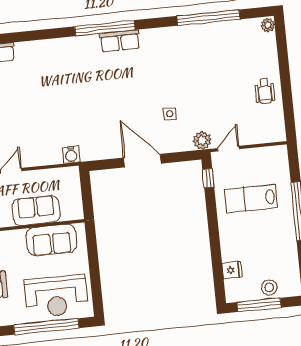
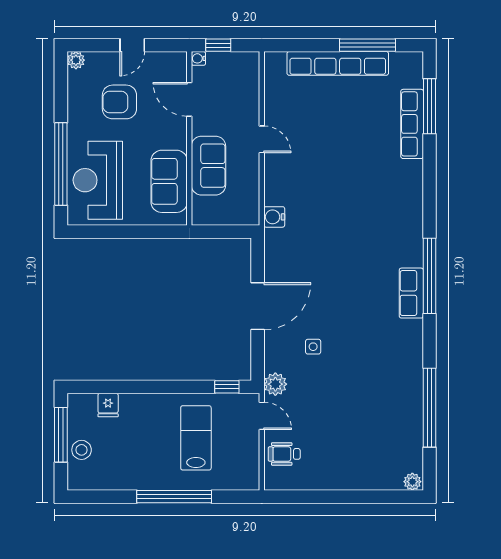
wheelchair: (265, 91) -> (284, 454), moved

